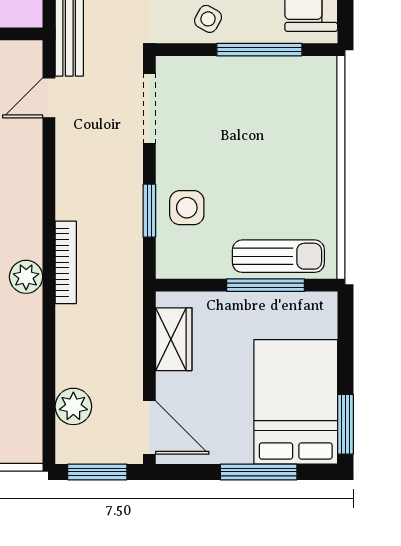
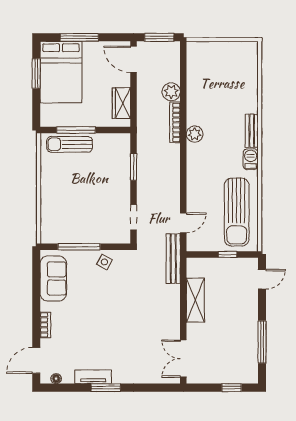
doorway: (149, 109) -> (134, 217), width x0.73
side table: (187, 208) -> (115, 168), removed
bookcase: (66, 262) -> (175, 122), moved
plant: (73, 406) -> (171, 92), moved
window: (346, 424) -> (36, 74), moved

